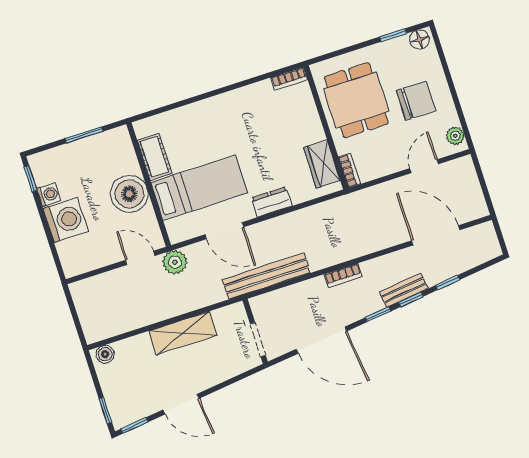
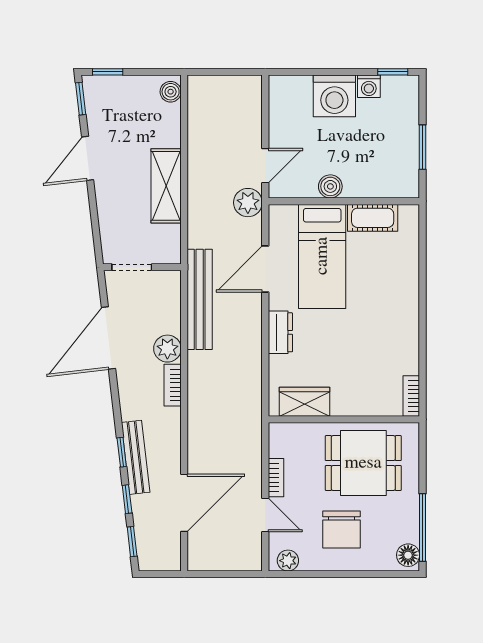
window: (393, 35) -> (423, 527), width x2.17
bookcase: (349, 170) -> (276, 478), moved, turned -90
boiler: (129, 194) -> (330, 186), width x0.54, depth x0.54
plant: (315, 289) -> (167, 349), added
bench: (404, 290) -> (136, 457), width x1.36
window: (378, 314) -> (132, 542), moved

